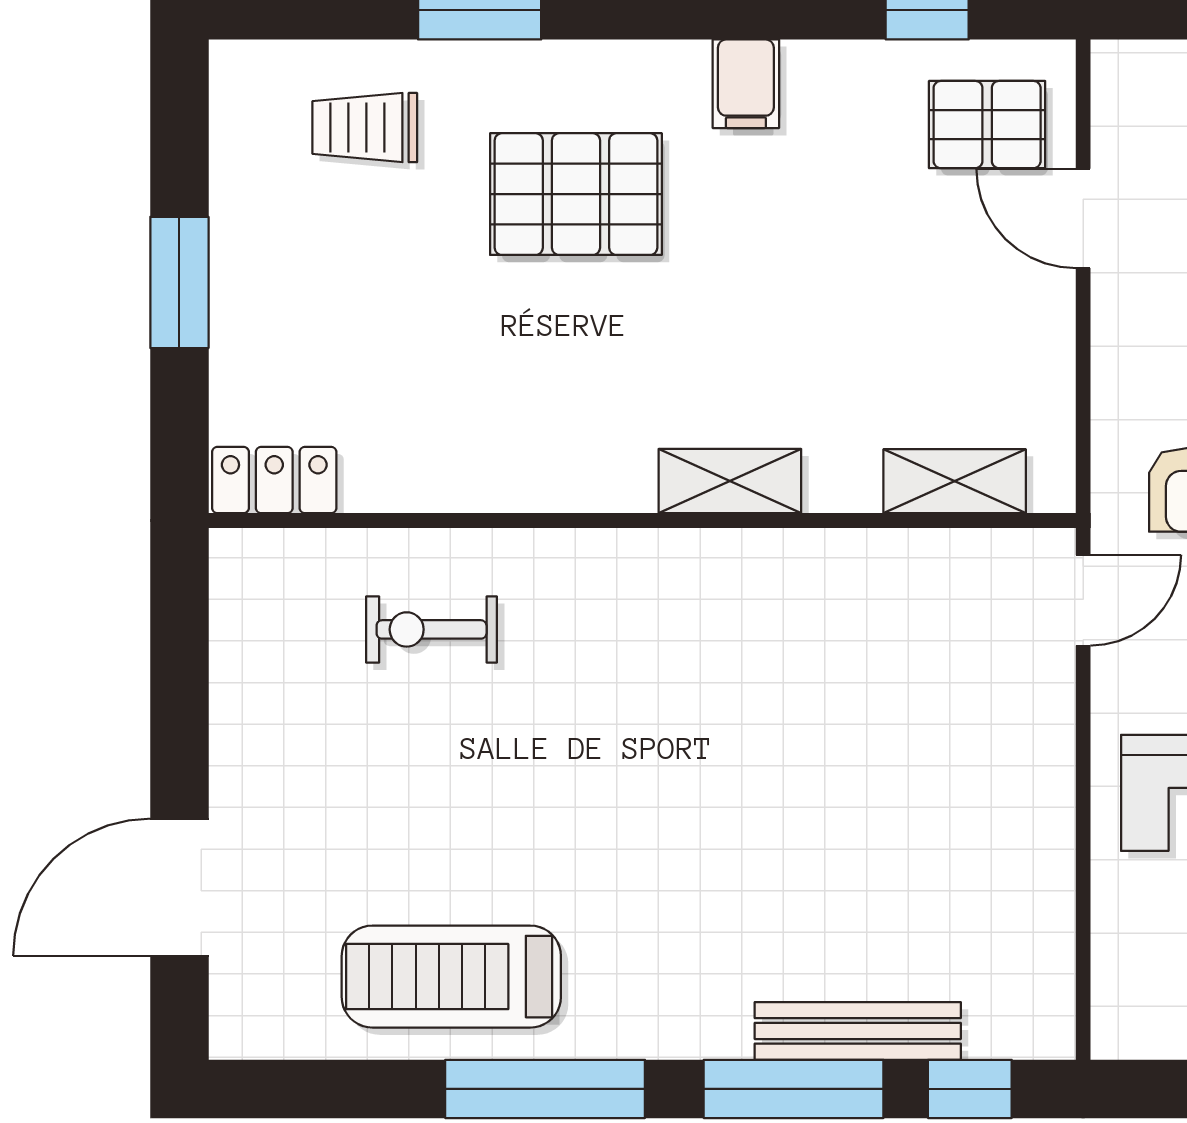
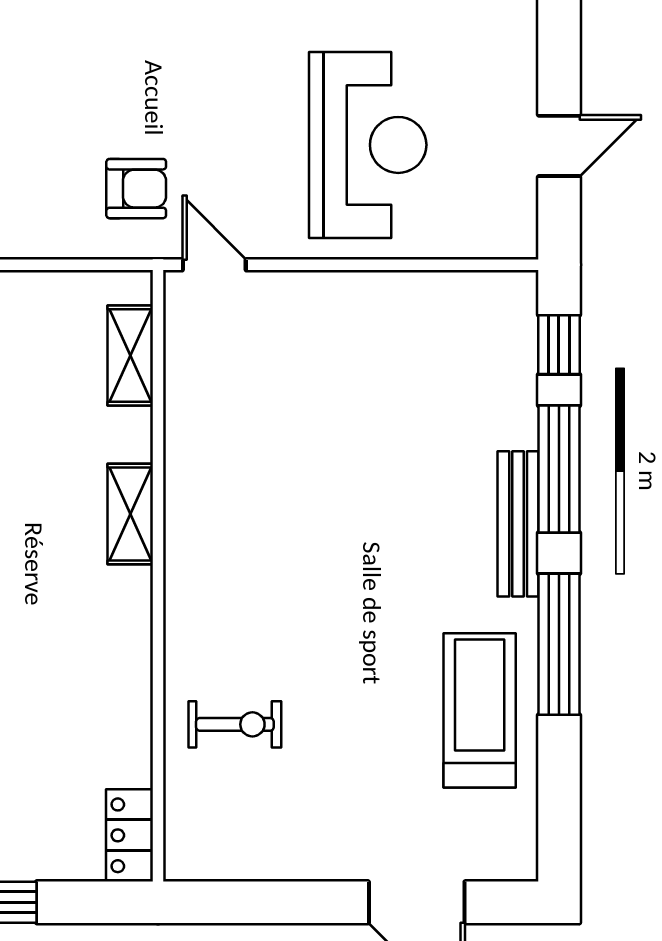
exercise bike: (432, 629) -> (235, 724), turned -90
treadmill: (451, 977) -> (480, 710), turned 180
bench: (858, 1031) -> (518, 524), moved

